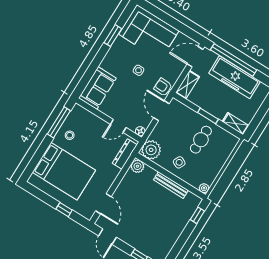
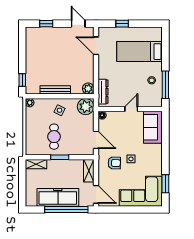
window: (113, 36) -> (165, 184), moved
door: (195, 57) -> (96, 194), hinge flipped
armchair: (163, 87) -> (114, 163), moved
door: (118, 126) -> (131, 109), moved
bed: (64, 171) -> (140, 52), width x0.67

